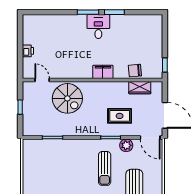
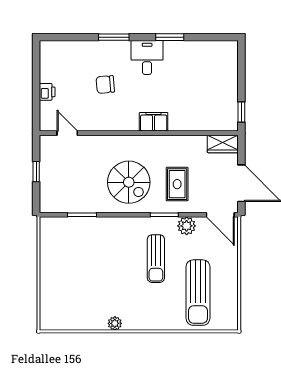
window: (88, 12) -> (114, 37), moved
chair: (135, 71) -> (105, 85), moved
wardrobe: (140, 88) -> (223, 144), moved
spiral stairs: (67, 98) -> (129, 182), moved
rug: (120, 116) -> (177, 184), turned 90

